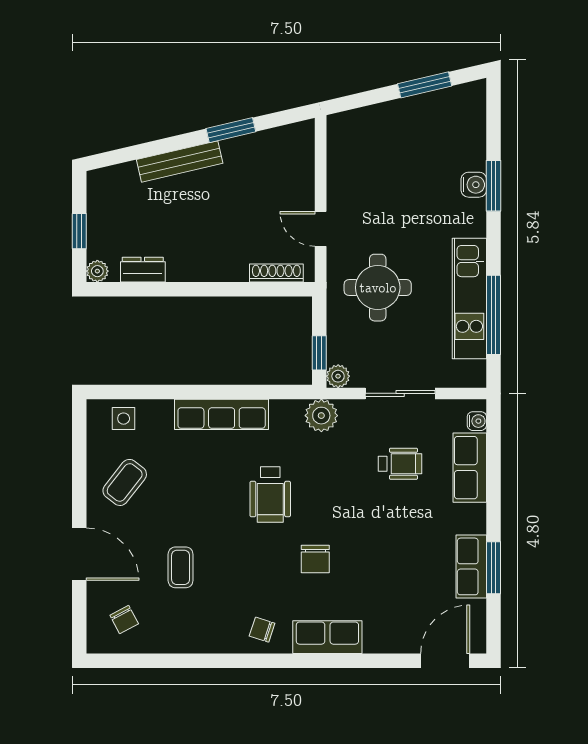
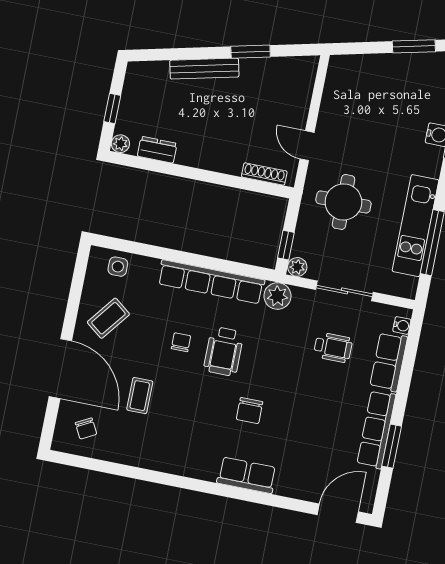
row of seats: (222, 414) -> (211, 282), width x1.36
door: (79, 554) -> (60, 369), width x1.36
row of seats: (471, 566) -> (376, 429), width x1.48
chair: (262, 630) -> (181, 342), moved, turned 72

